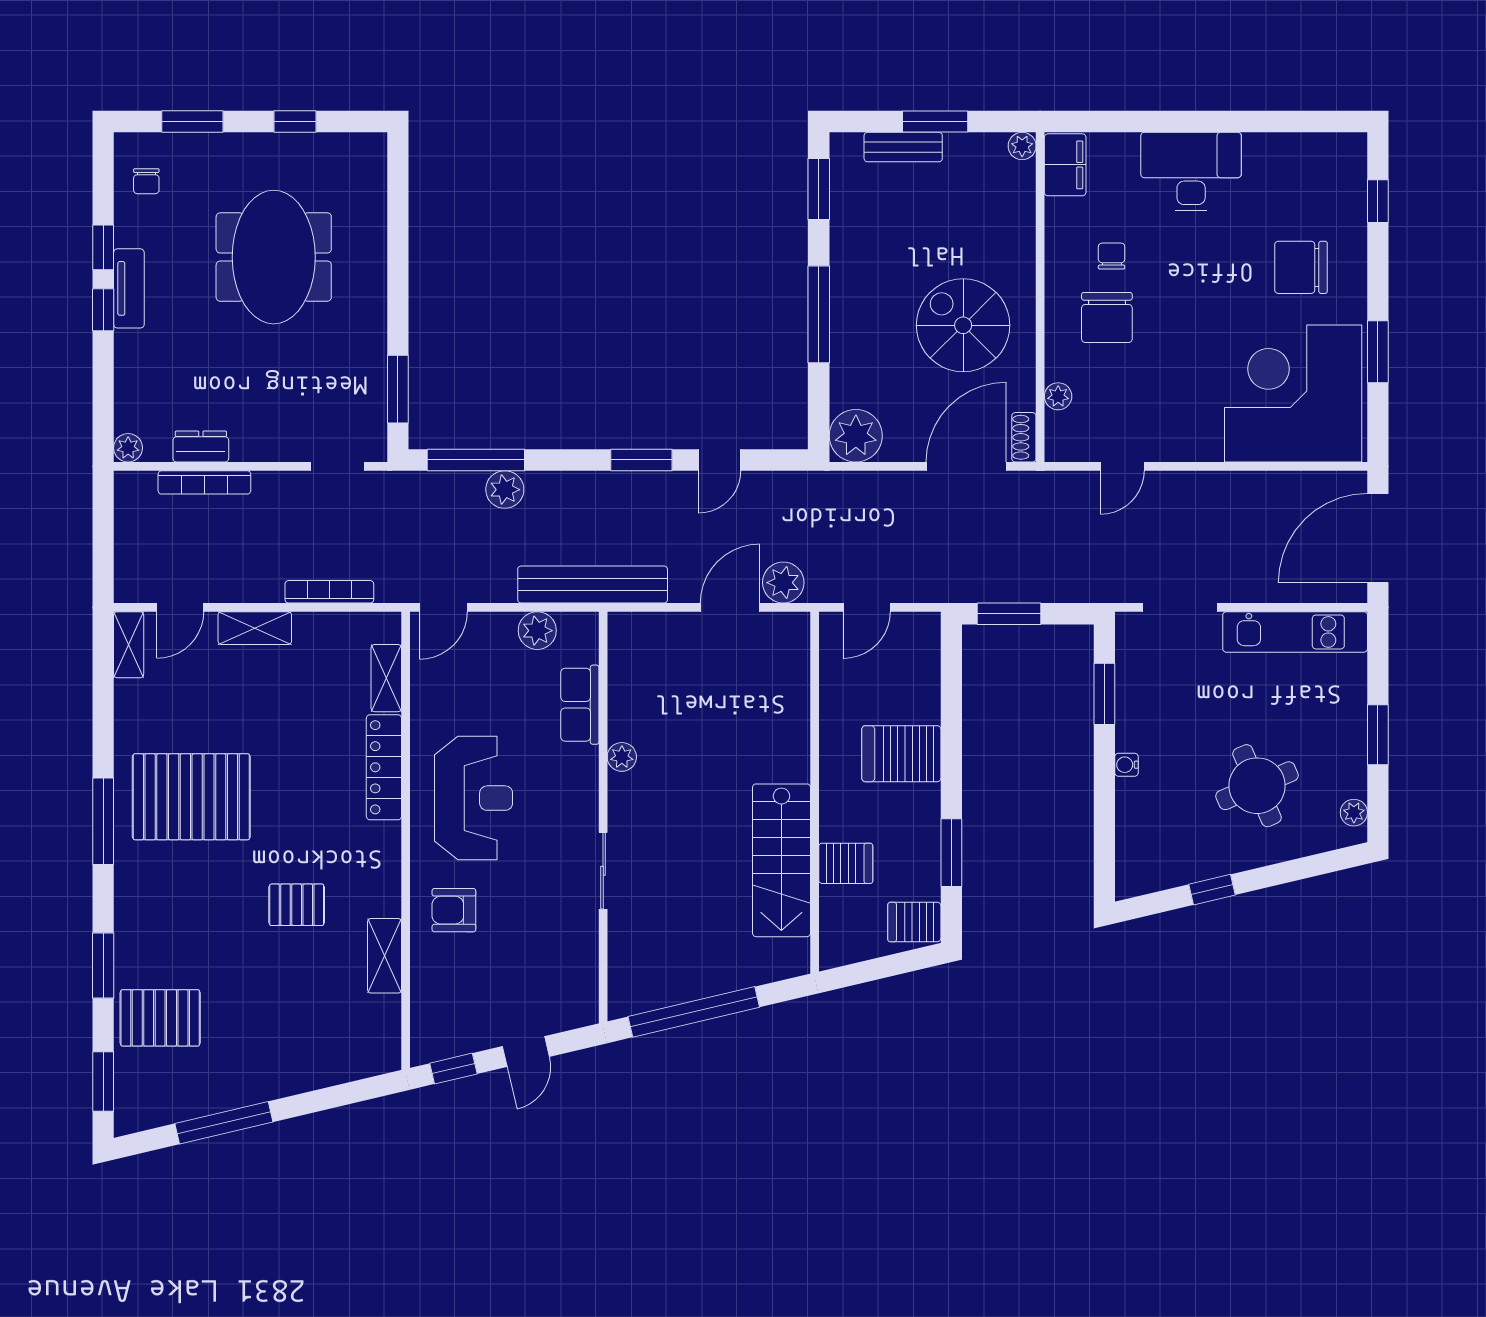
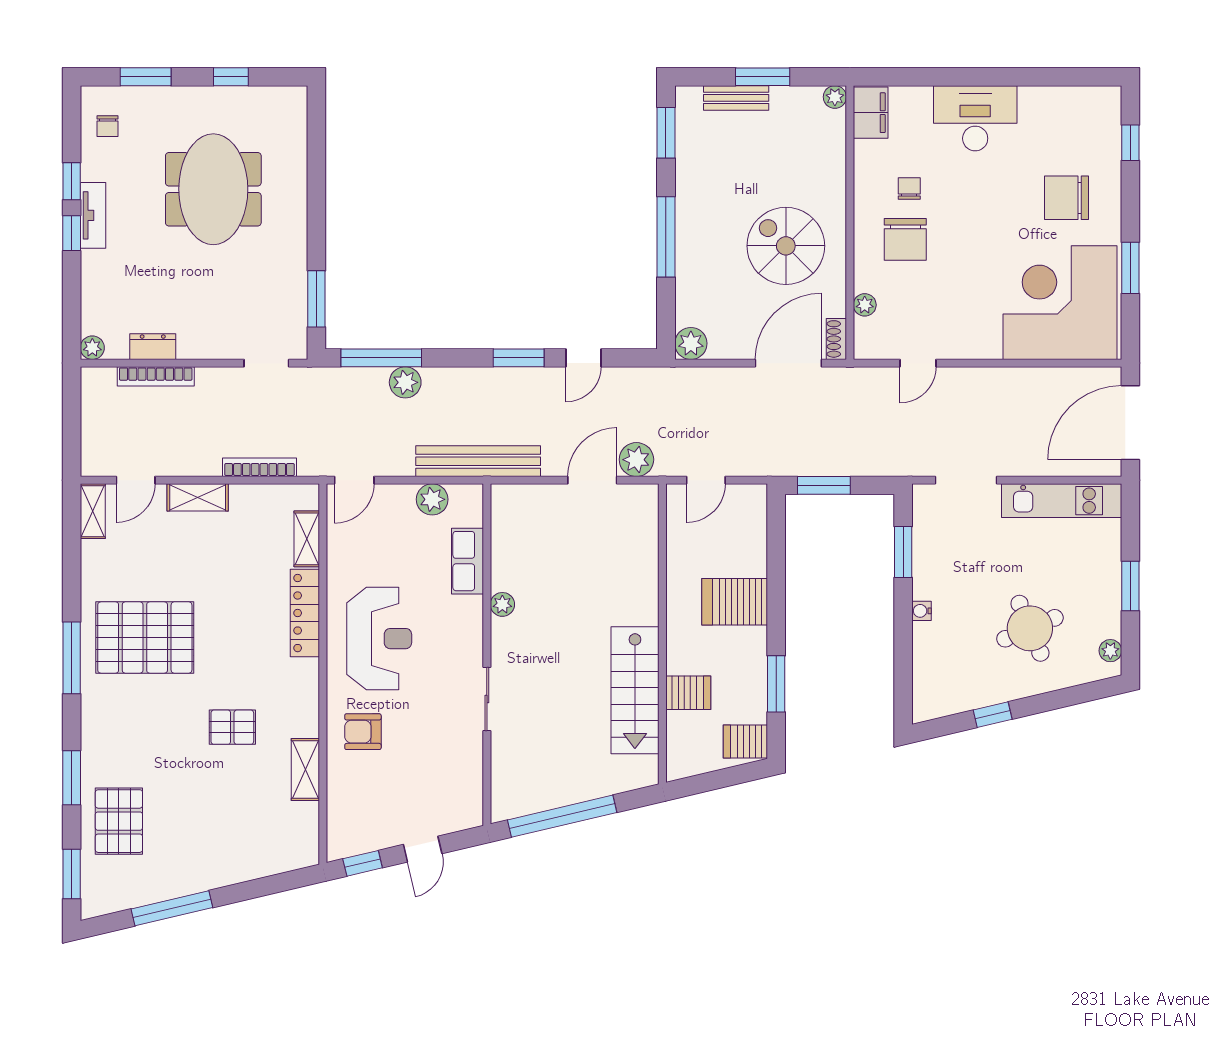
plant: (856, 436) -> (691, 343), width x0.73, depth x0.73
pallet: (160, 1018) -> (119, 821), turned 90

